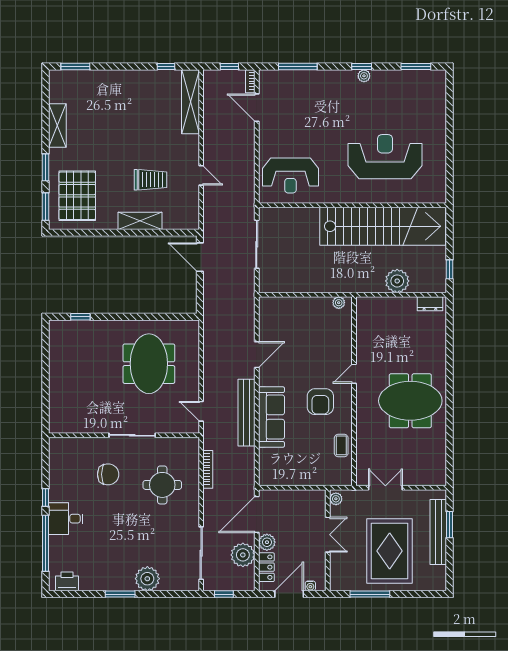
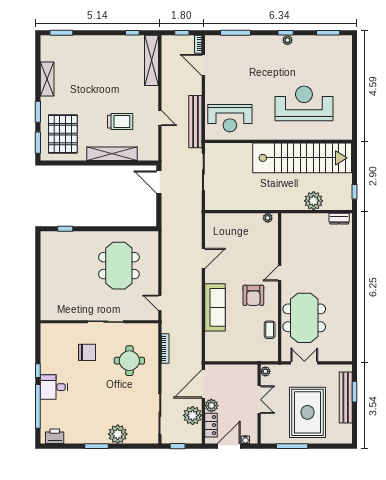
shelving: (140, 221) -> (112, 154), width x1.47
meeting table: (410, 401) -> (304, 318), moved, turned 90
bench: (247, 413) -> (195, 122), moved

